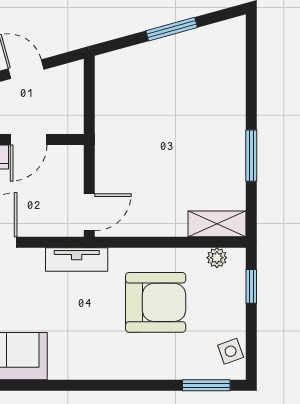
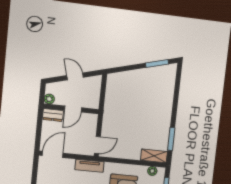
window: (172, 29) -> (157, 63), moved
window: (251, 156) -> (171, 139), moved

